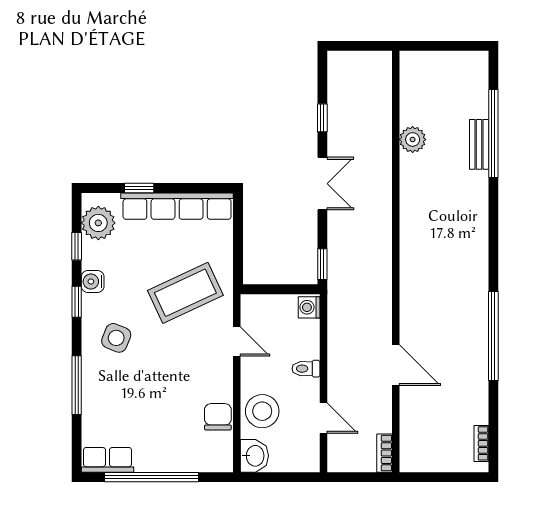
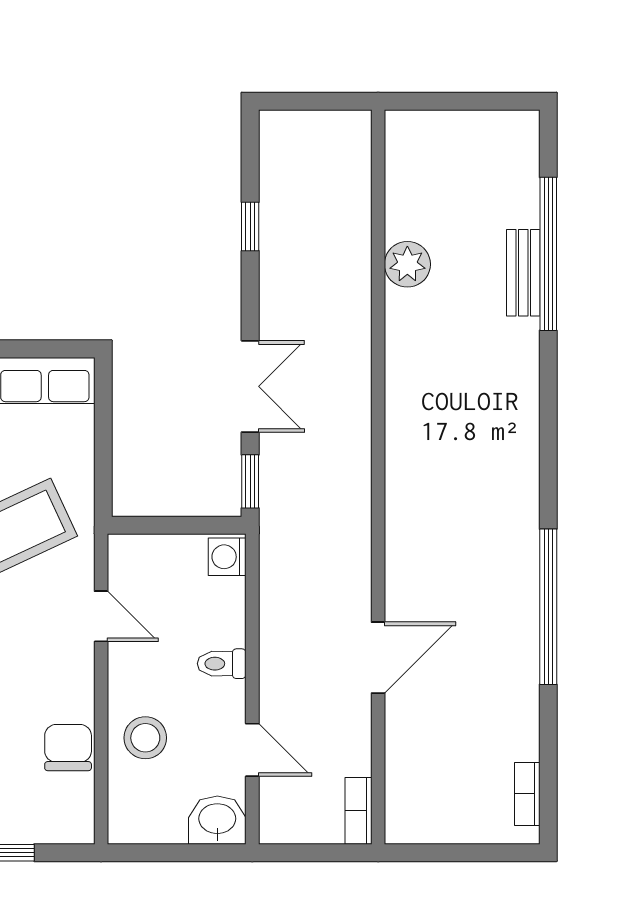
double door: (322, 184) -> (250, 386), moved
door: (396, 365) -> (378, 658), hinge flipped
stool: (262, 411) -> (145, 738), width x0.73, depth x0.73
washbasin: (254, 456) -> (217, 820), moved, turned -90

